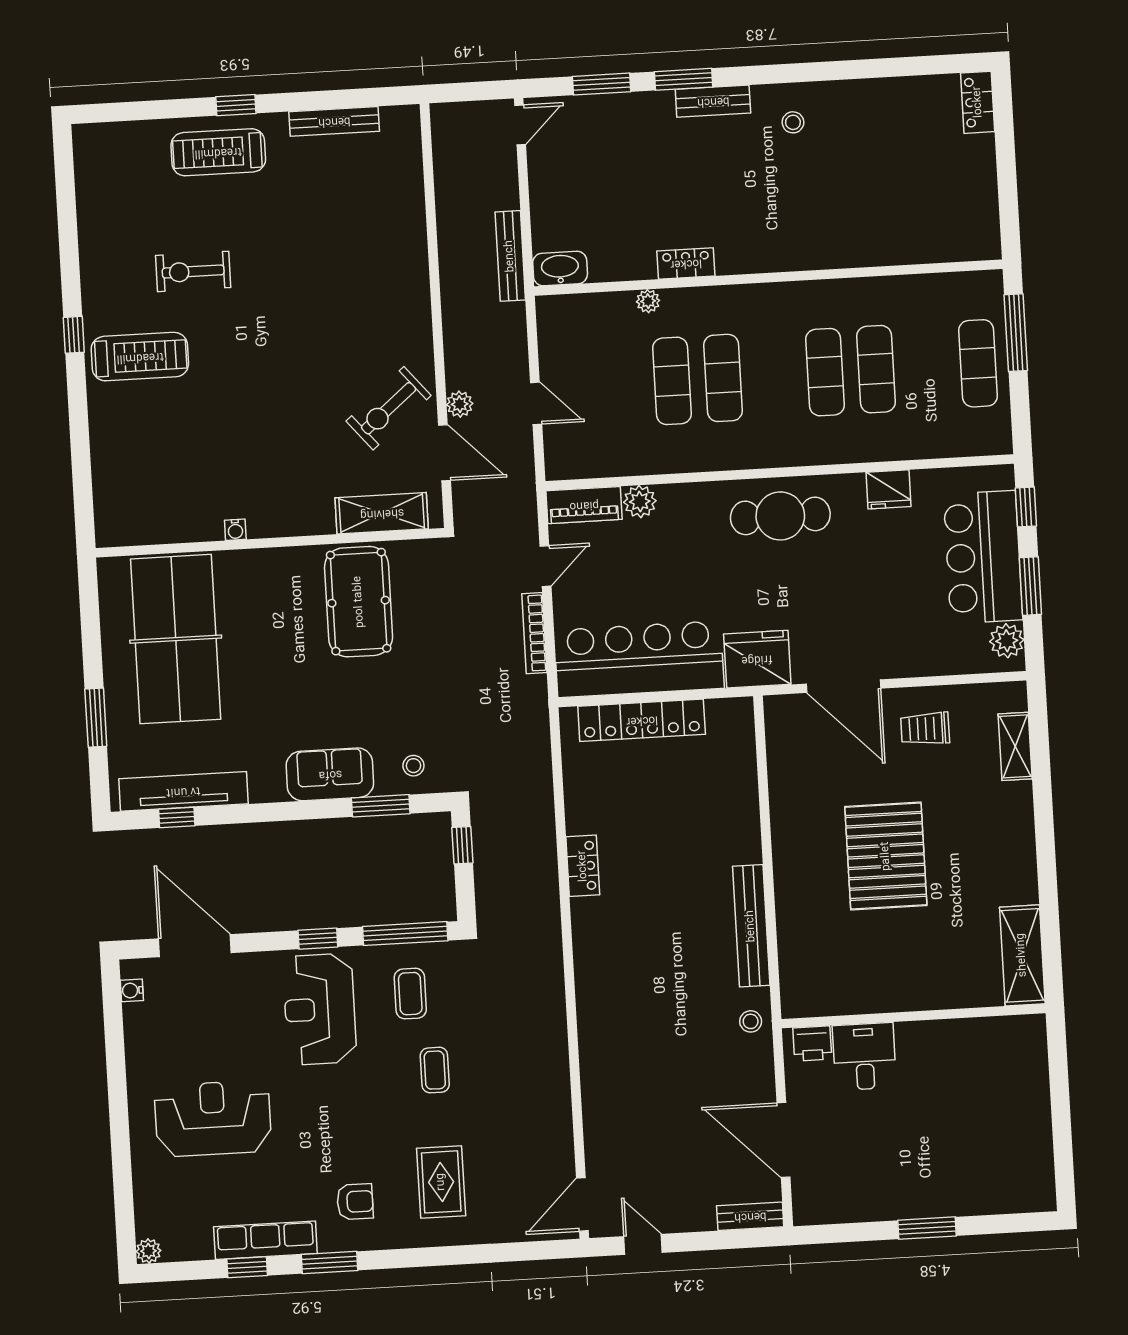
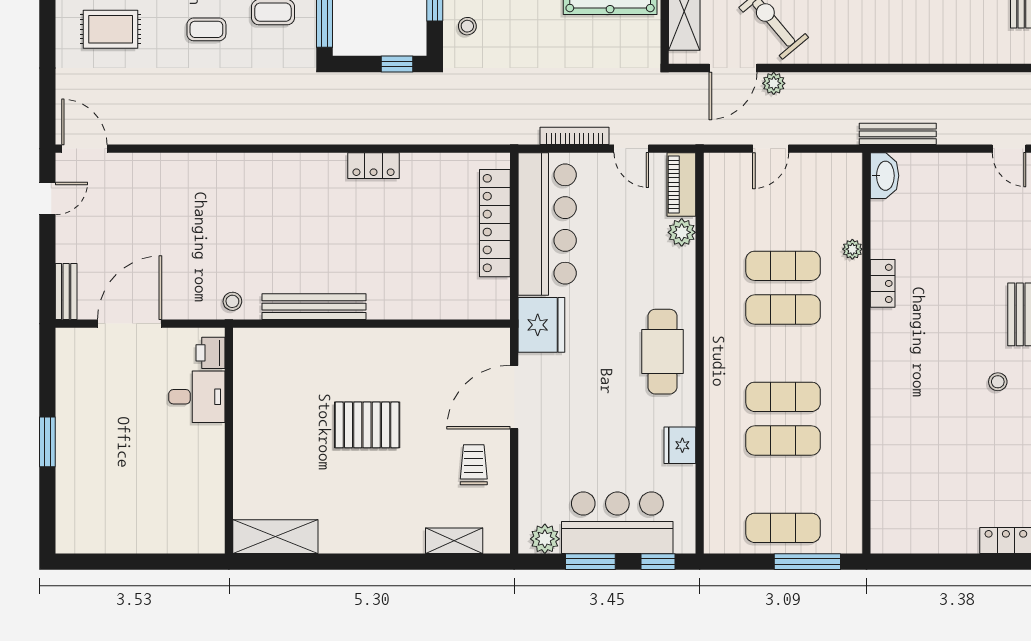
pallet: (886, 856) -> (367, 425), width x0.73, depth x0.71

